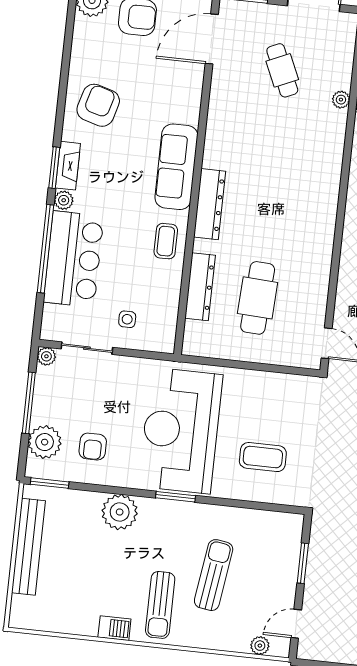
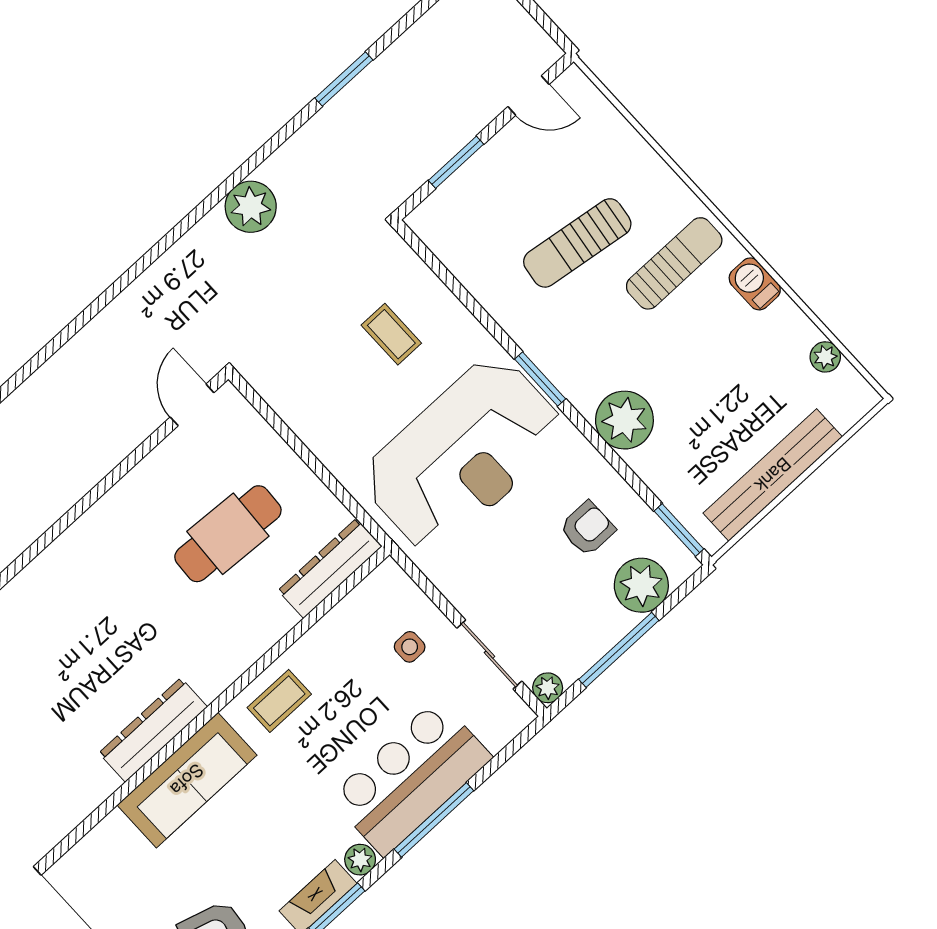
dresser: (210, 204) -> (153, 730), moved
window: (45, 249) -> (434, 820), width x0.68
dresser: (200, 287) -> (330, 568), moved
coffee table: (263, 457) -> (391, 334), width x0.73, depth x0.77
plant: (260, 646) -> (825, 357), moved

